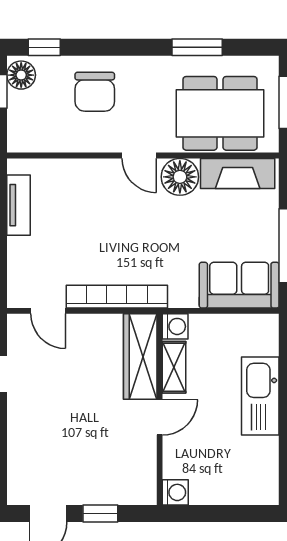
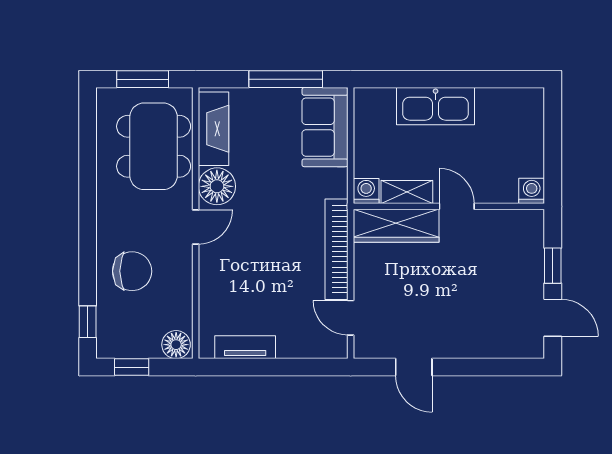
window: (197, 47) -> (88, 169), removed
floor lamp: (21, 75) -> (176, 345), moved
door: (48, 311) -> (351, 318), swing flipped

